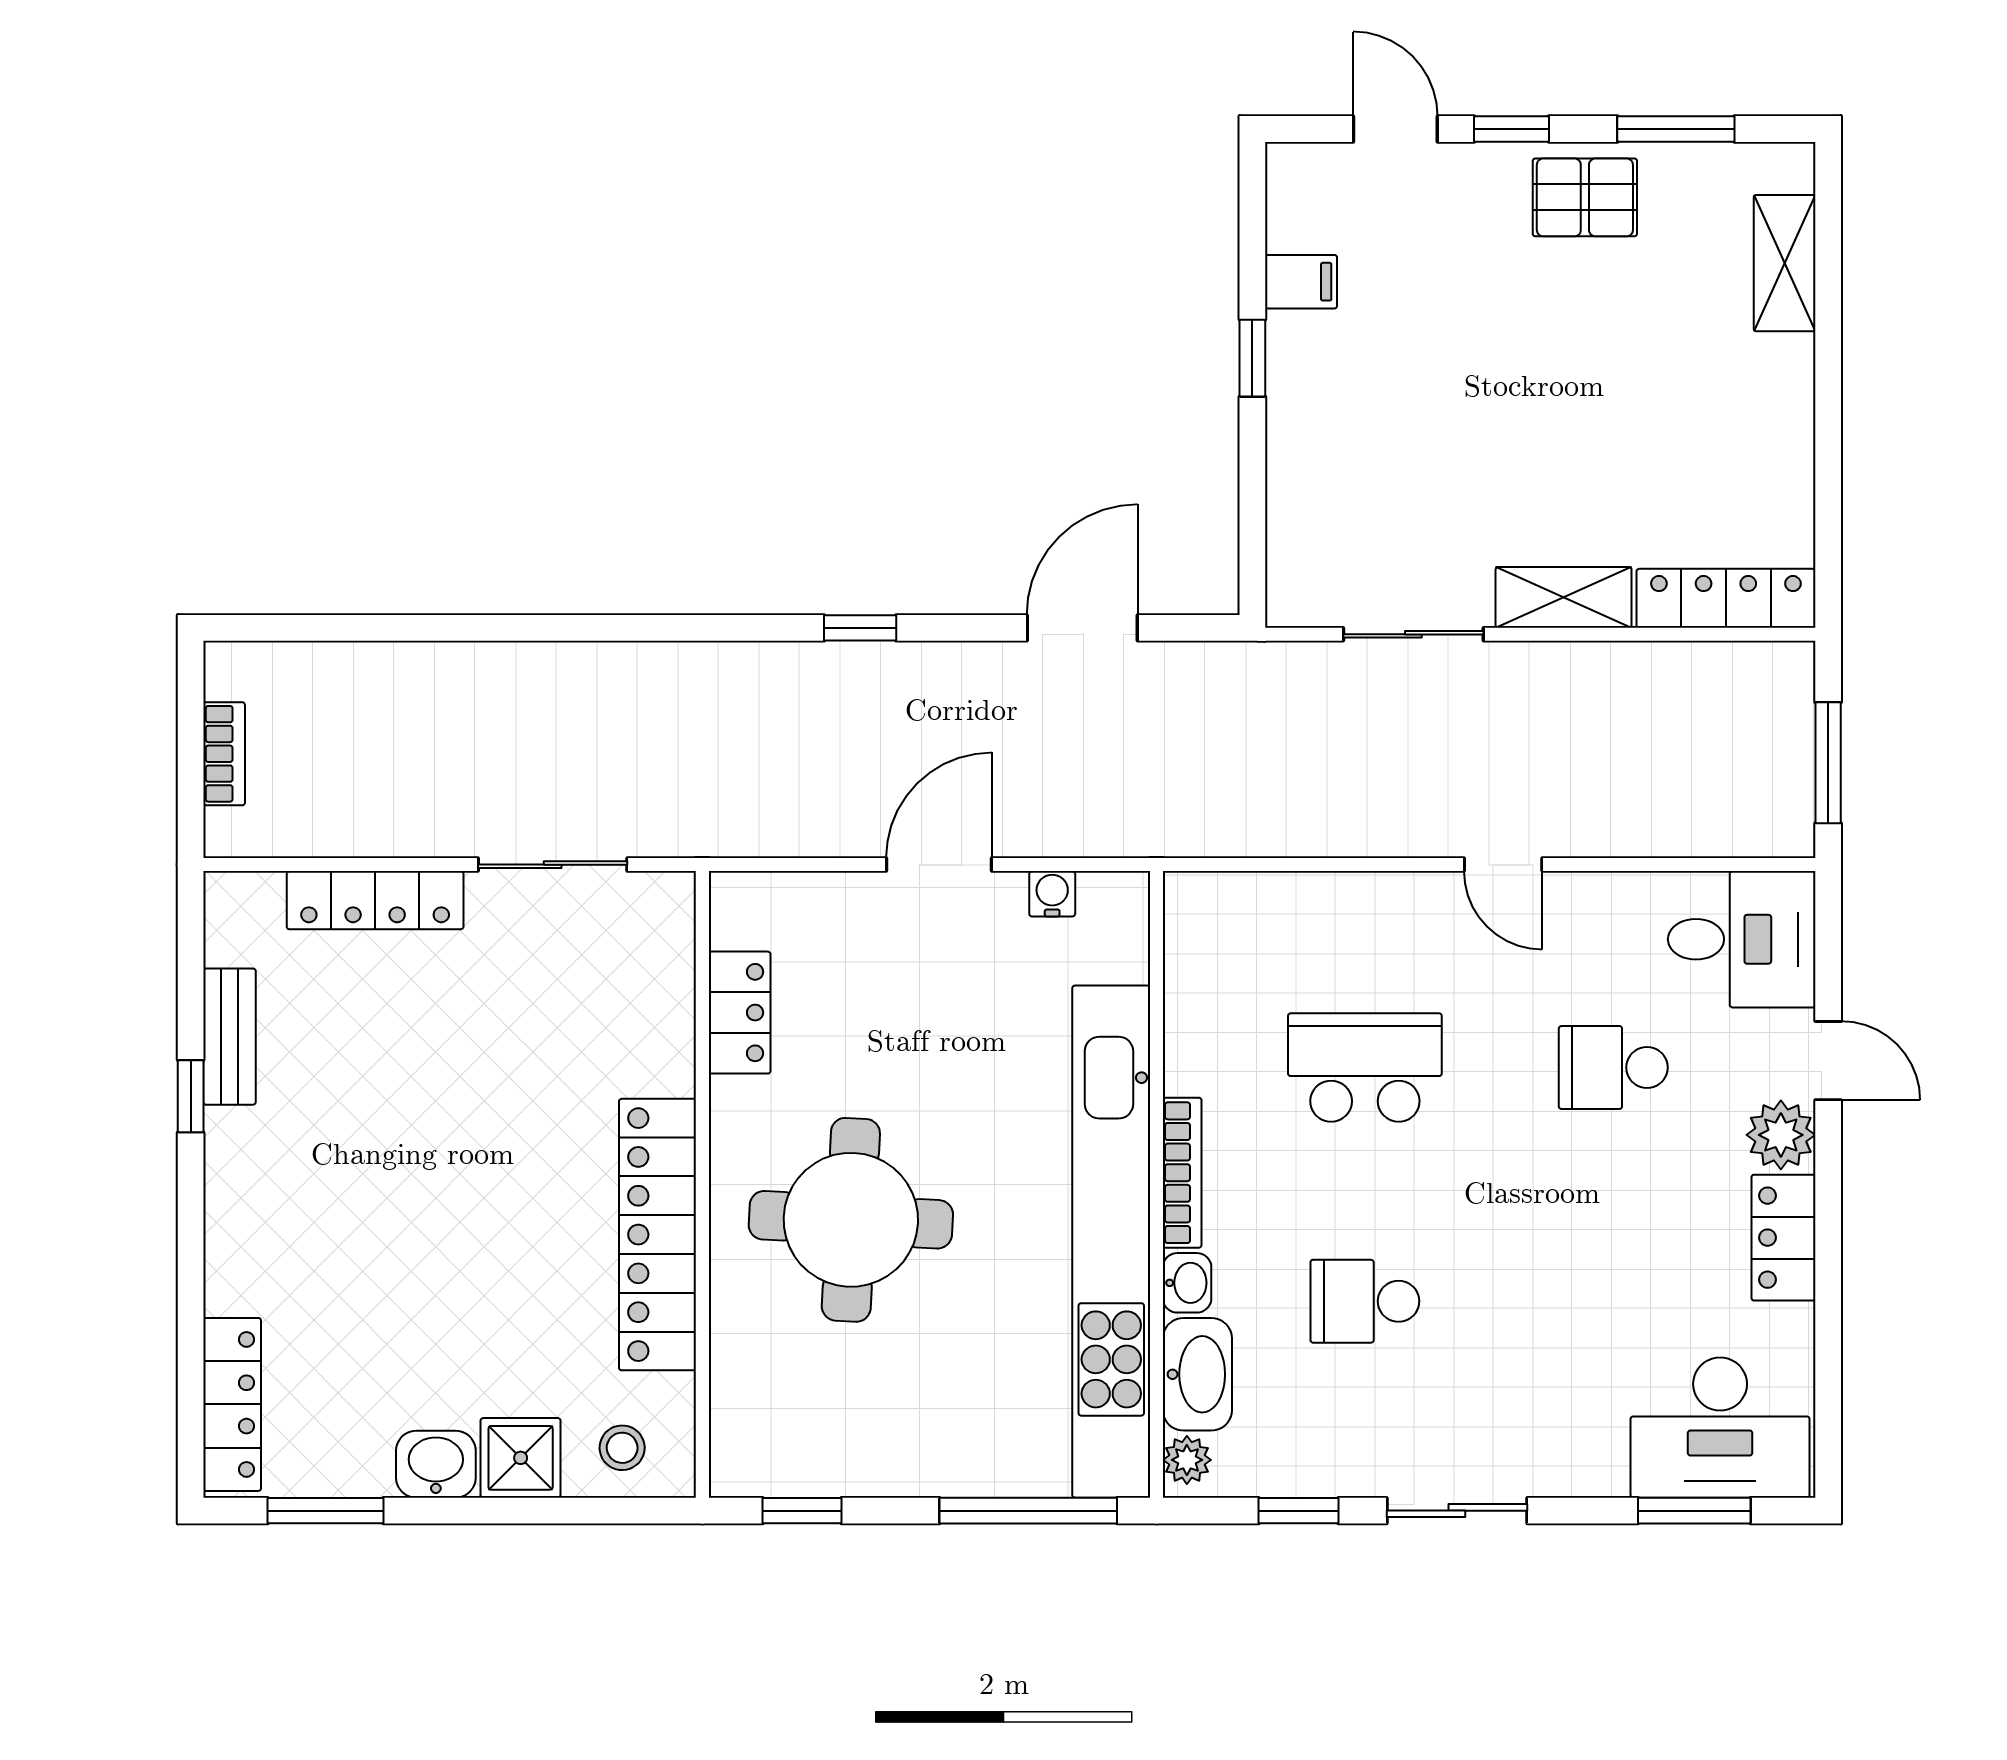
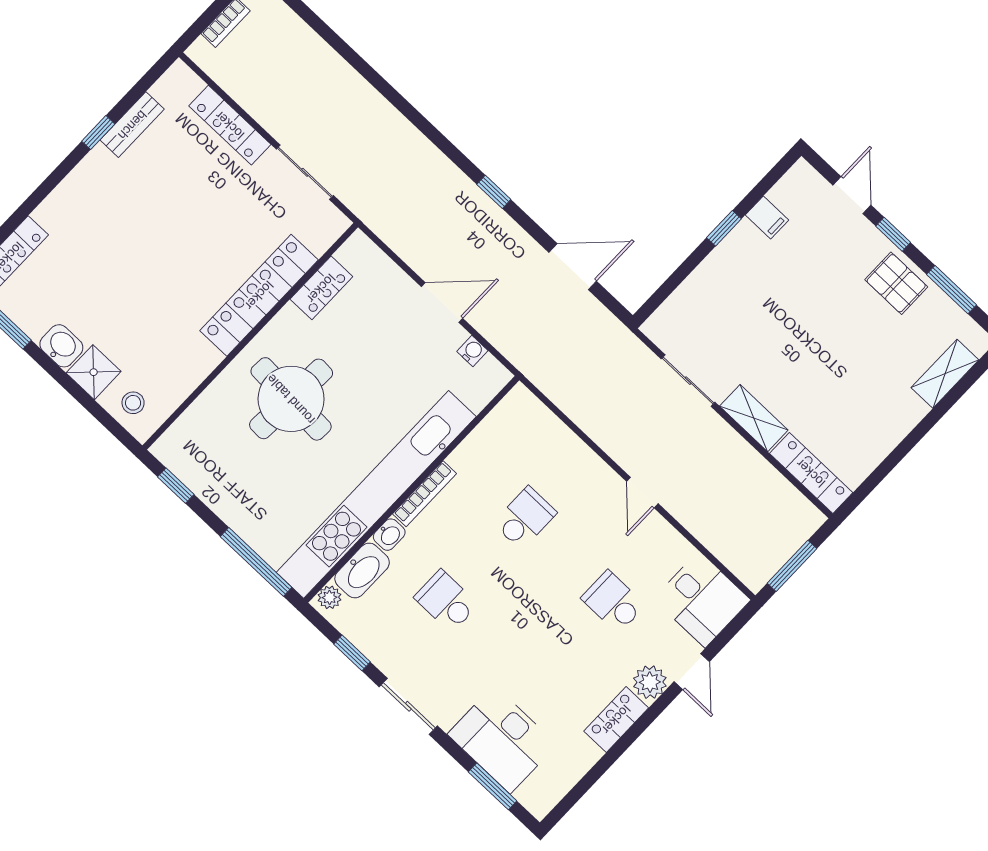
school desk: (1365, 1067) -> (525, 518), width x0.54
locker: (658, 1235) -> (259, 295), moved
desk: (1720, 1428) -> (502, 739), moved

